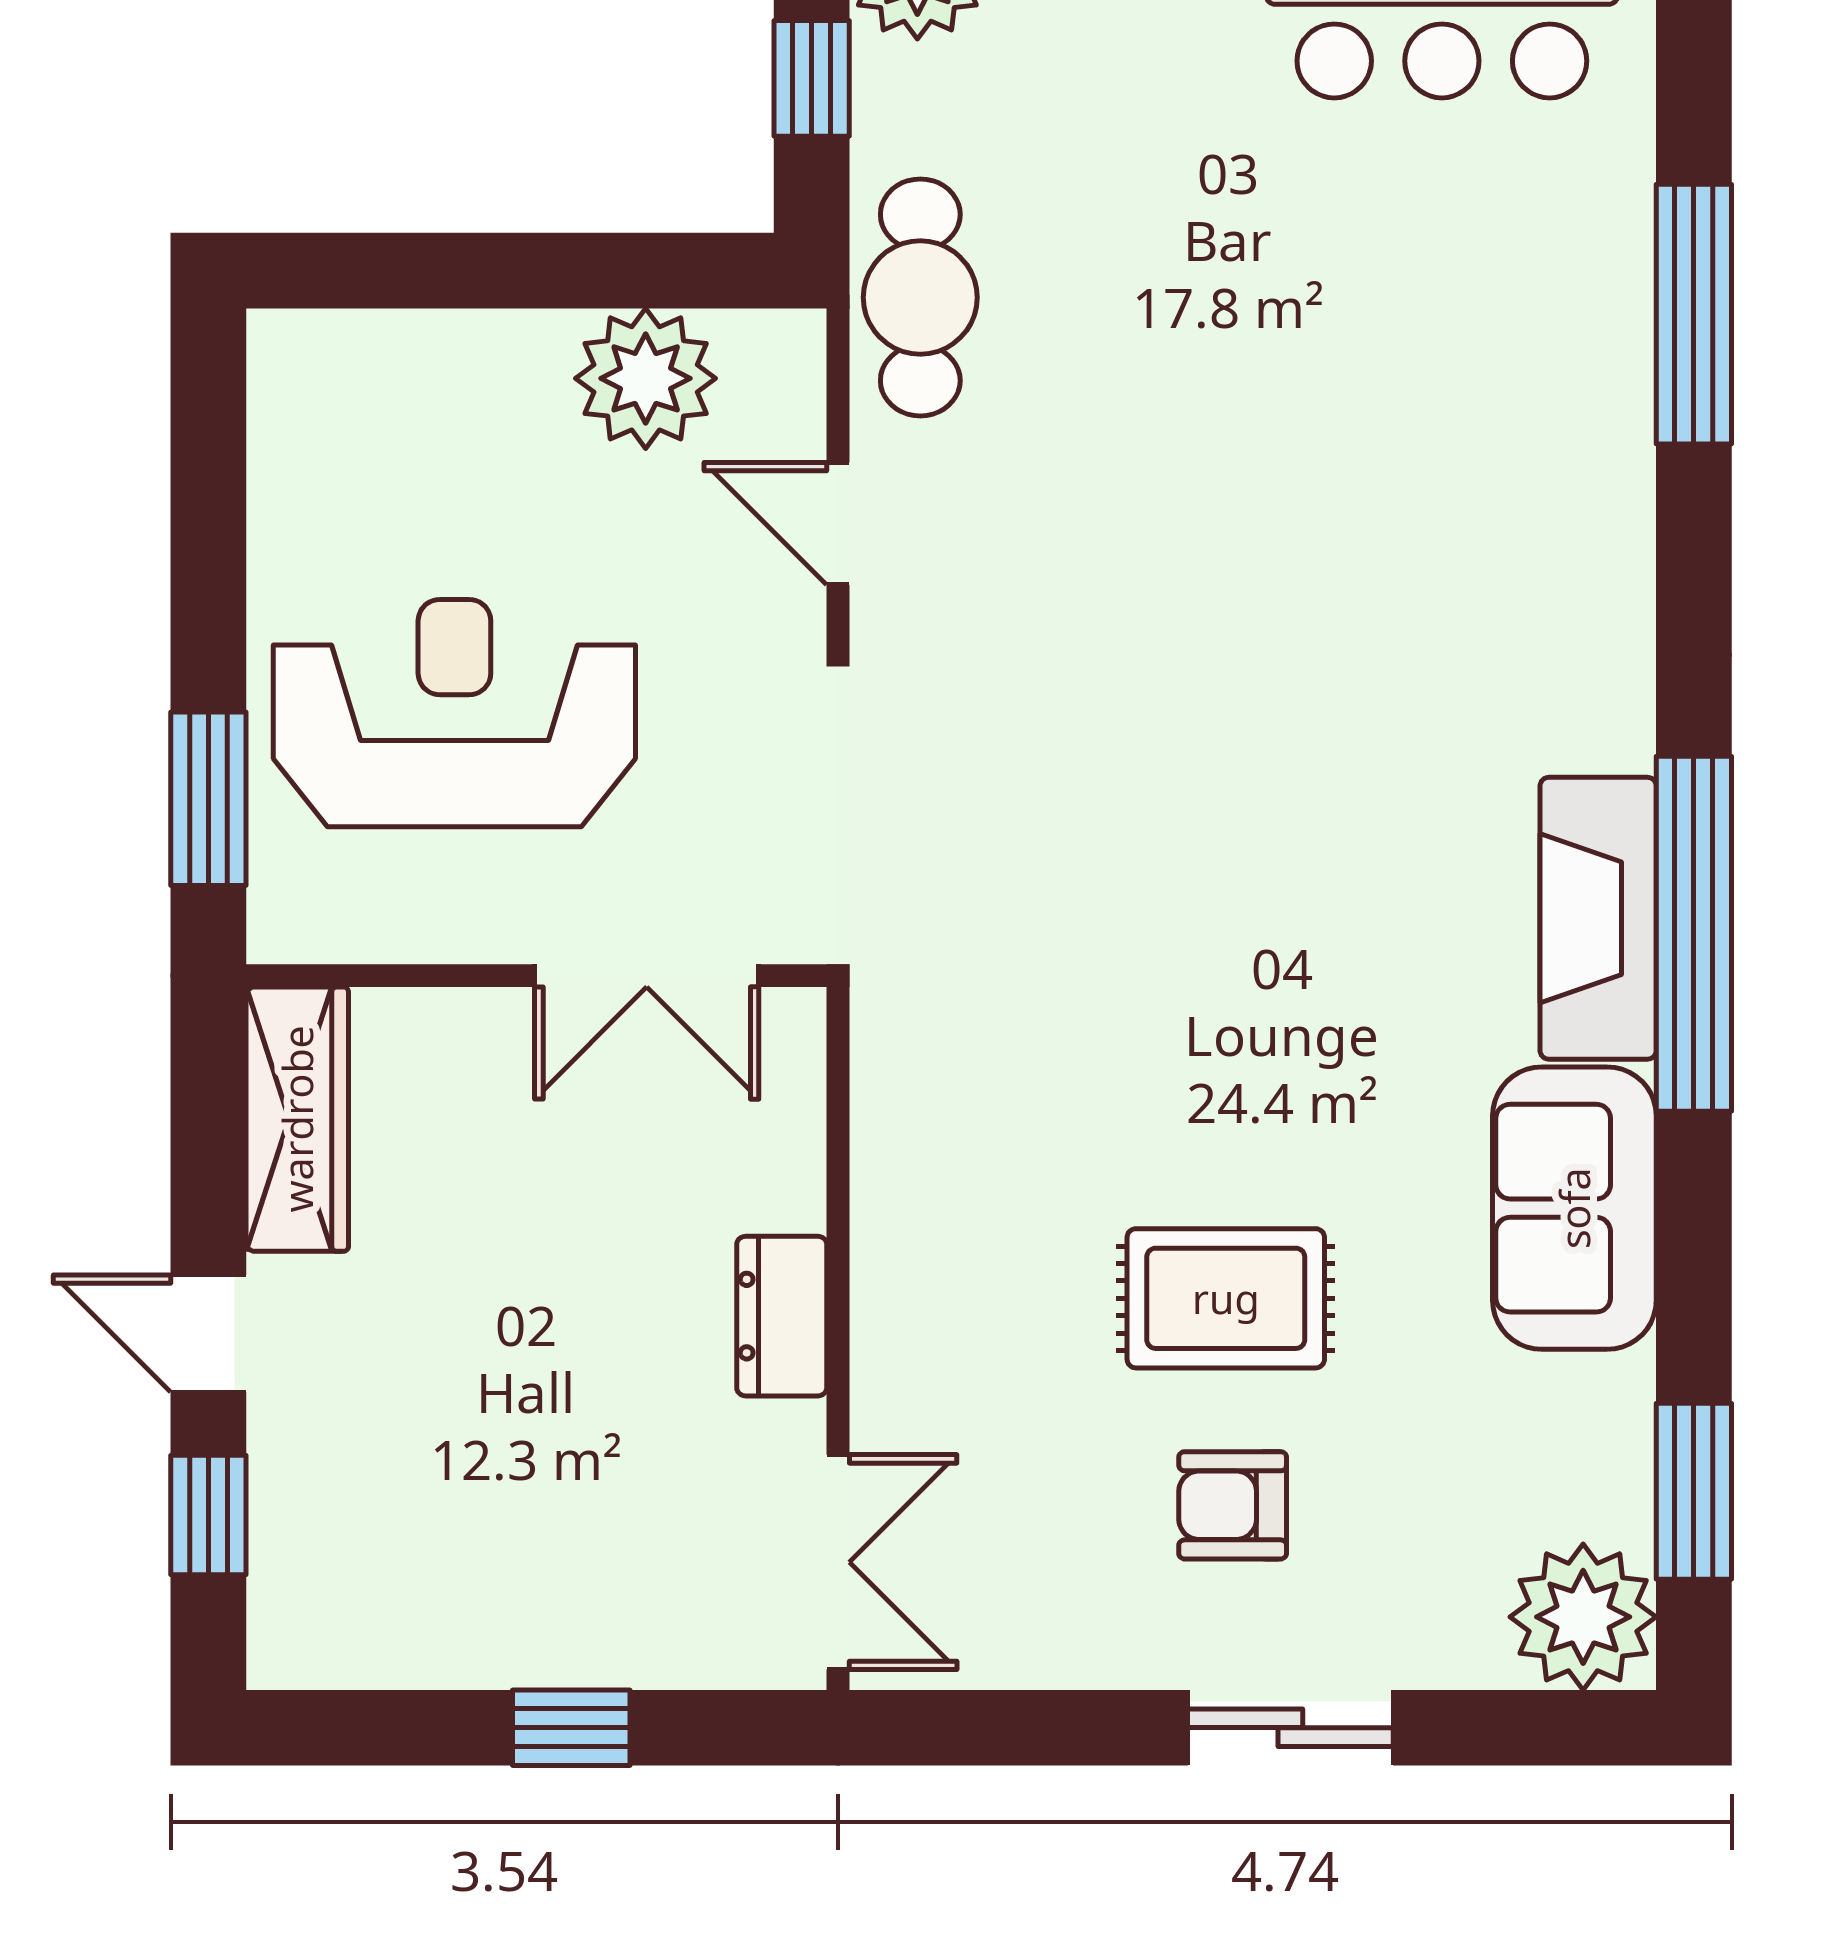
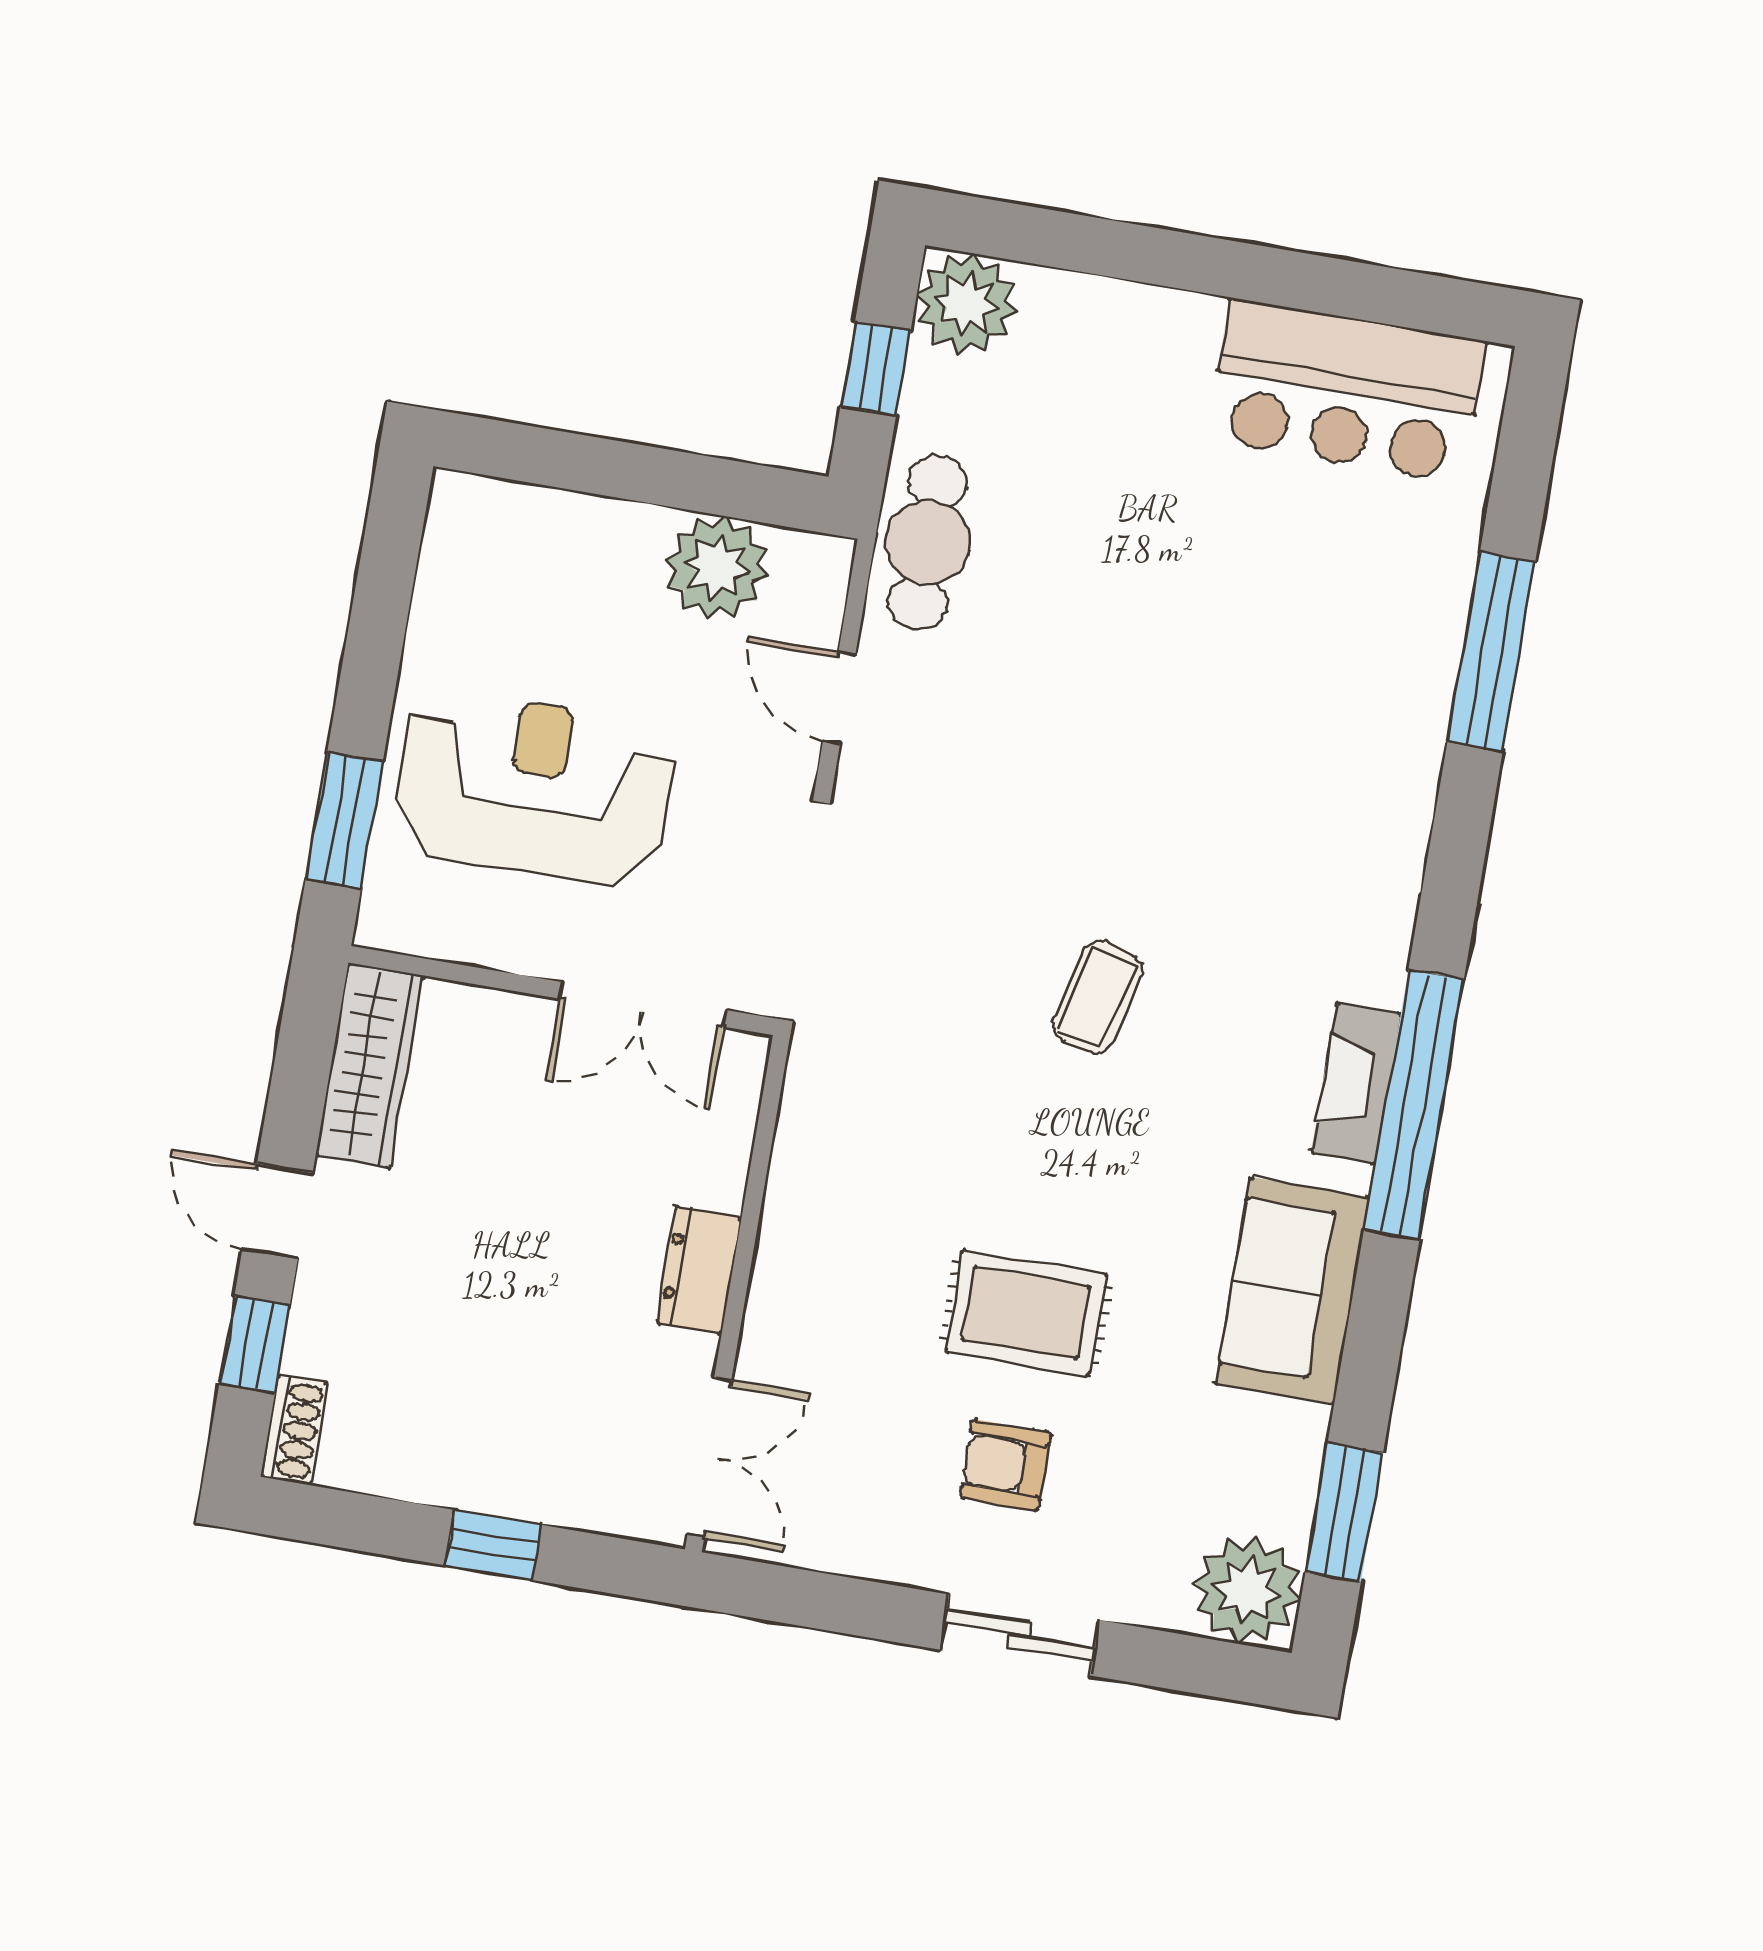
coffee table: (1250, 863) -> (1098, 997), added
fireplace: (1598, 918) -> (1356, 1083), width x0.73, depth x0.76
shoe rack: (280, 1620) -> (294, 1430), added

